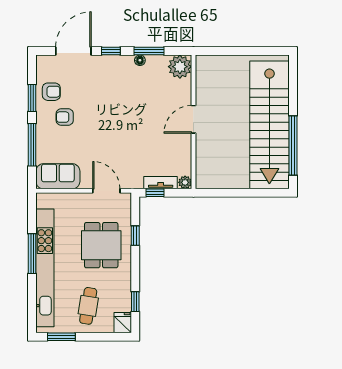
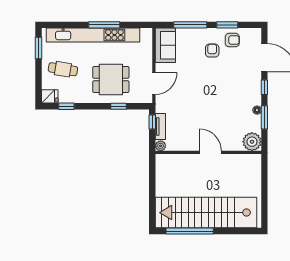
armchair: (51, 92) -> (232, 40), turned -90

